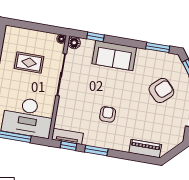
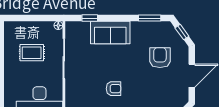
floor lamp: (74, 43) -> (71, 27), removed
armchair: (161, 90) -> (160, 58), turned -47
armchair: (108, 114) -> (113, 89), turned 90

